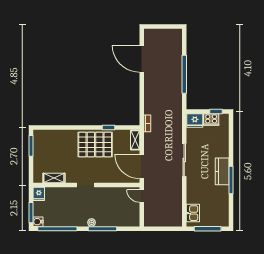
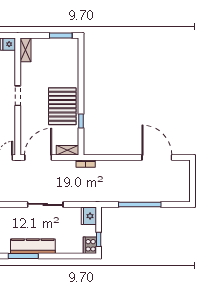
door: (142, 59) -> (157, 158), hinge flipped
cooker: (211, 120) -> (90, 245), moved
kitchen counter: (222, 171) -> (33, 246), width x1.50
shelving: (54, 178) -> (25, 50), moved

